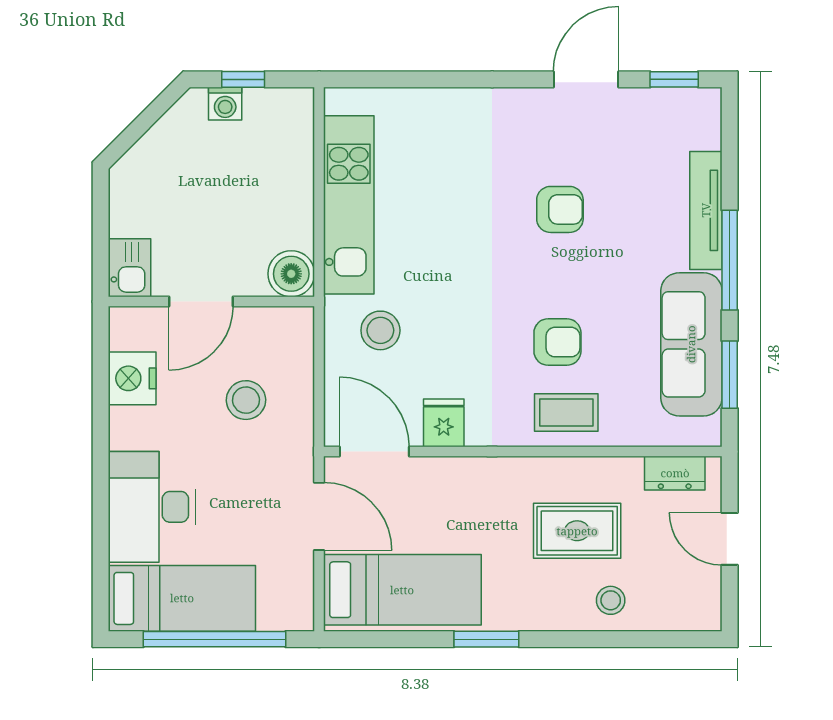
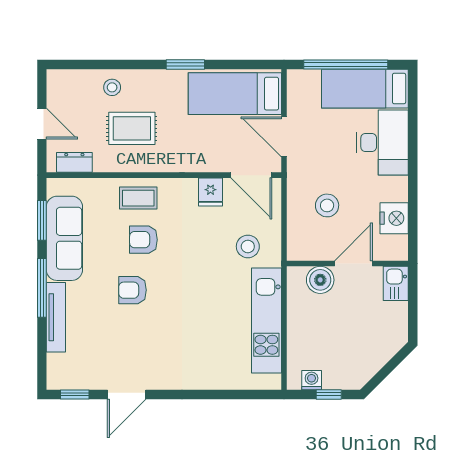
washing machine: (225, 104) -> (312, 380), moved
armchair: (560, 209) -> (132, 290), moved
boiler: (291, 274) -> (320, 280), moved

